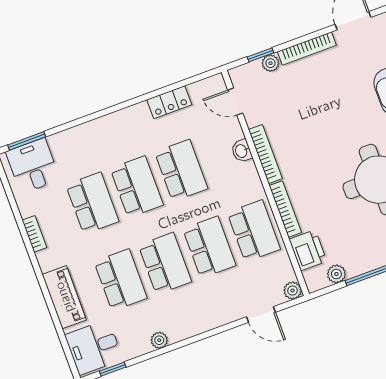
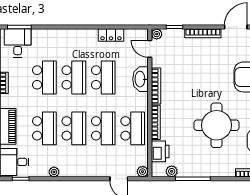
plant: (271, 63) -> (157, 34), moved
washbasin: (242, 151) -> (140, 79), width x1.91, depth x1.45

